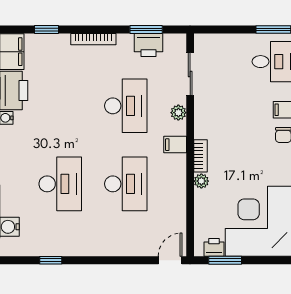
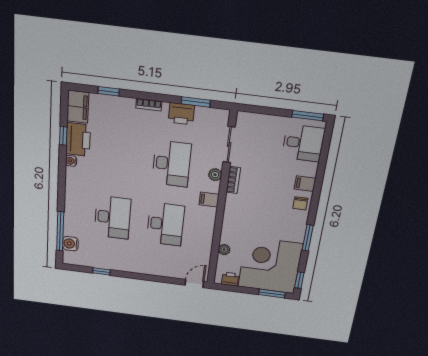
bookcase: (93, 39) -> (149, 105), width x0.64
printer: (148, 45) -> (181, 114), moved
bookcase: (200, 156) -> (233, 180), moved
plant: (201, 181) -> (224, 250), moved
window: (225, 260) -> (272, 294), moved

